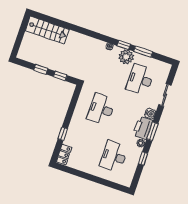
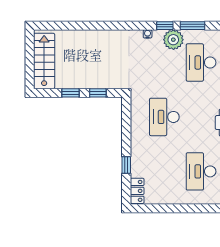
stairs: (47, 30) -> (44, 61), moved, turned -90

